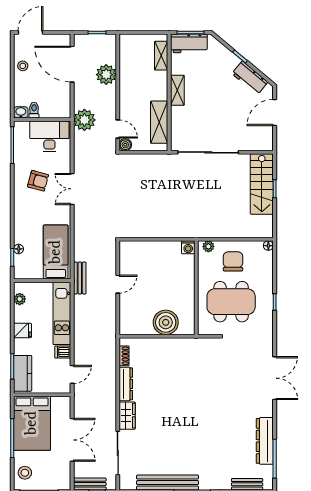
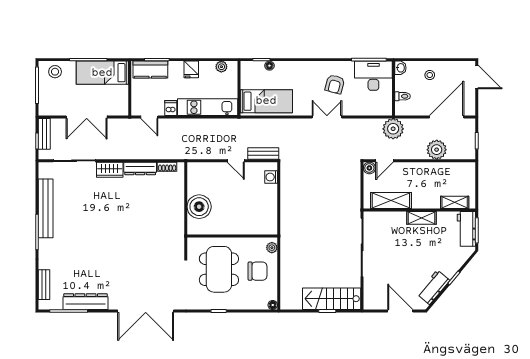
stool: (23, 66) -> (430, 75), moved
toilet: (34, 110) -> (403, 96), moved
desk: (49, 136) -> (373, 76), moved, turned -90
washing machine: (188, 247) -> (271, 177), moved
bench: (80, 278) -> (263, 153), moved
double door: (275, 378) -> (146, 311), width x1.36
bed: (32, 423) -> (102, 73), width x0.67

